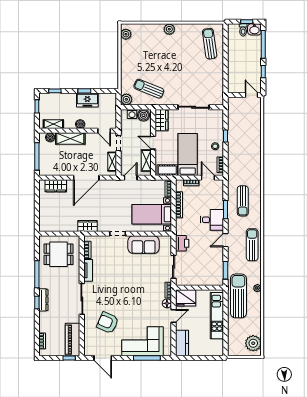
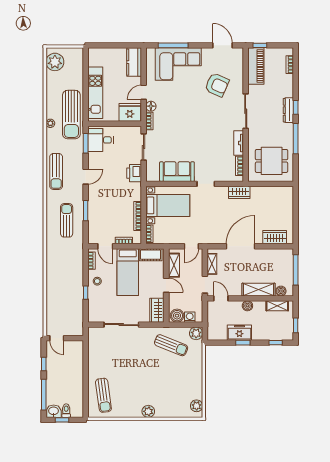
desk: (212, 220) -> (101, 140), moved

